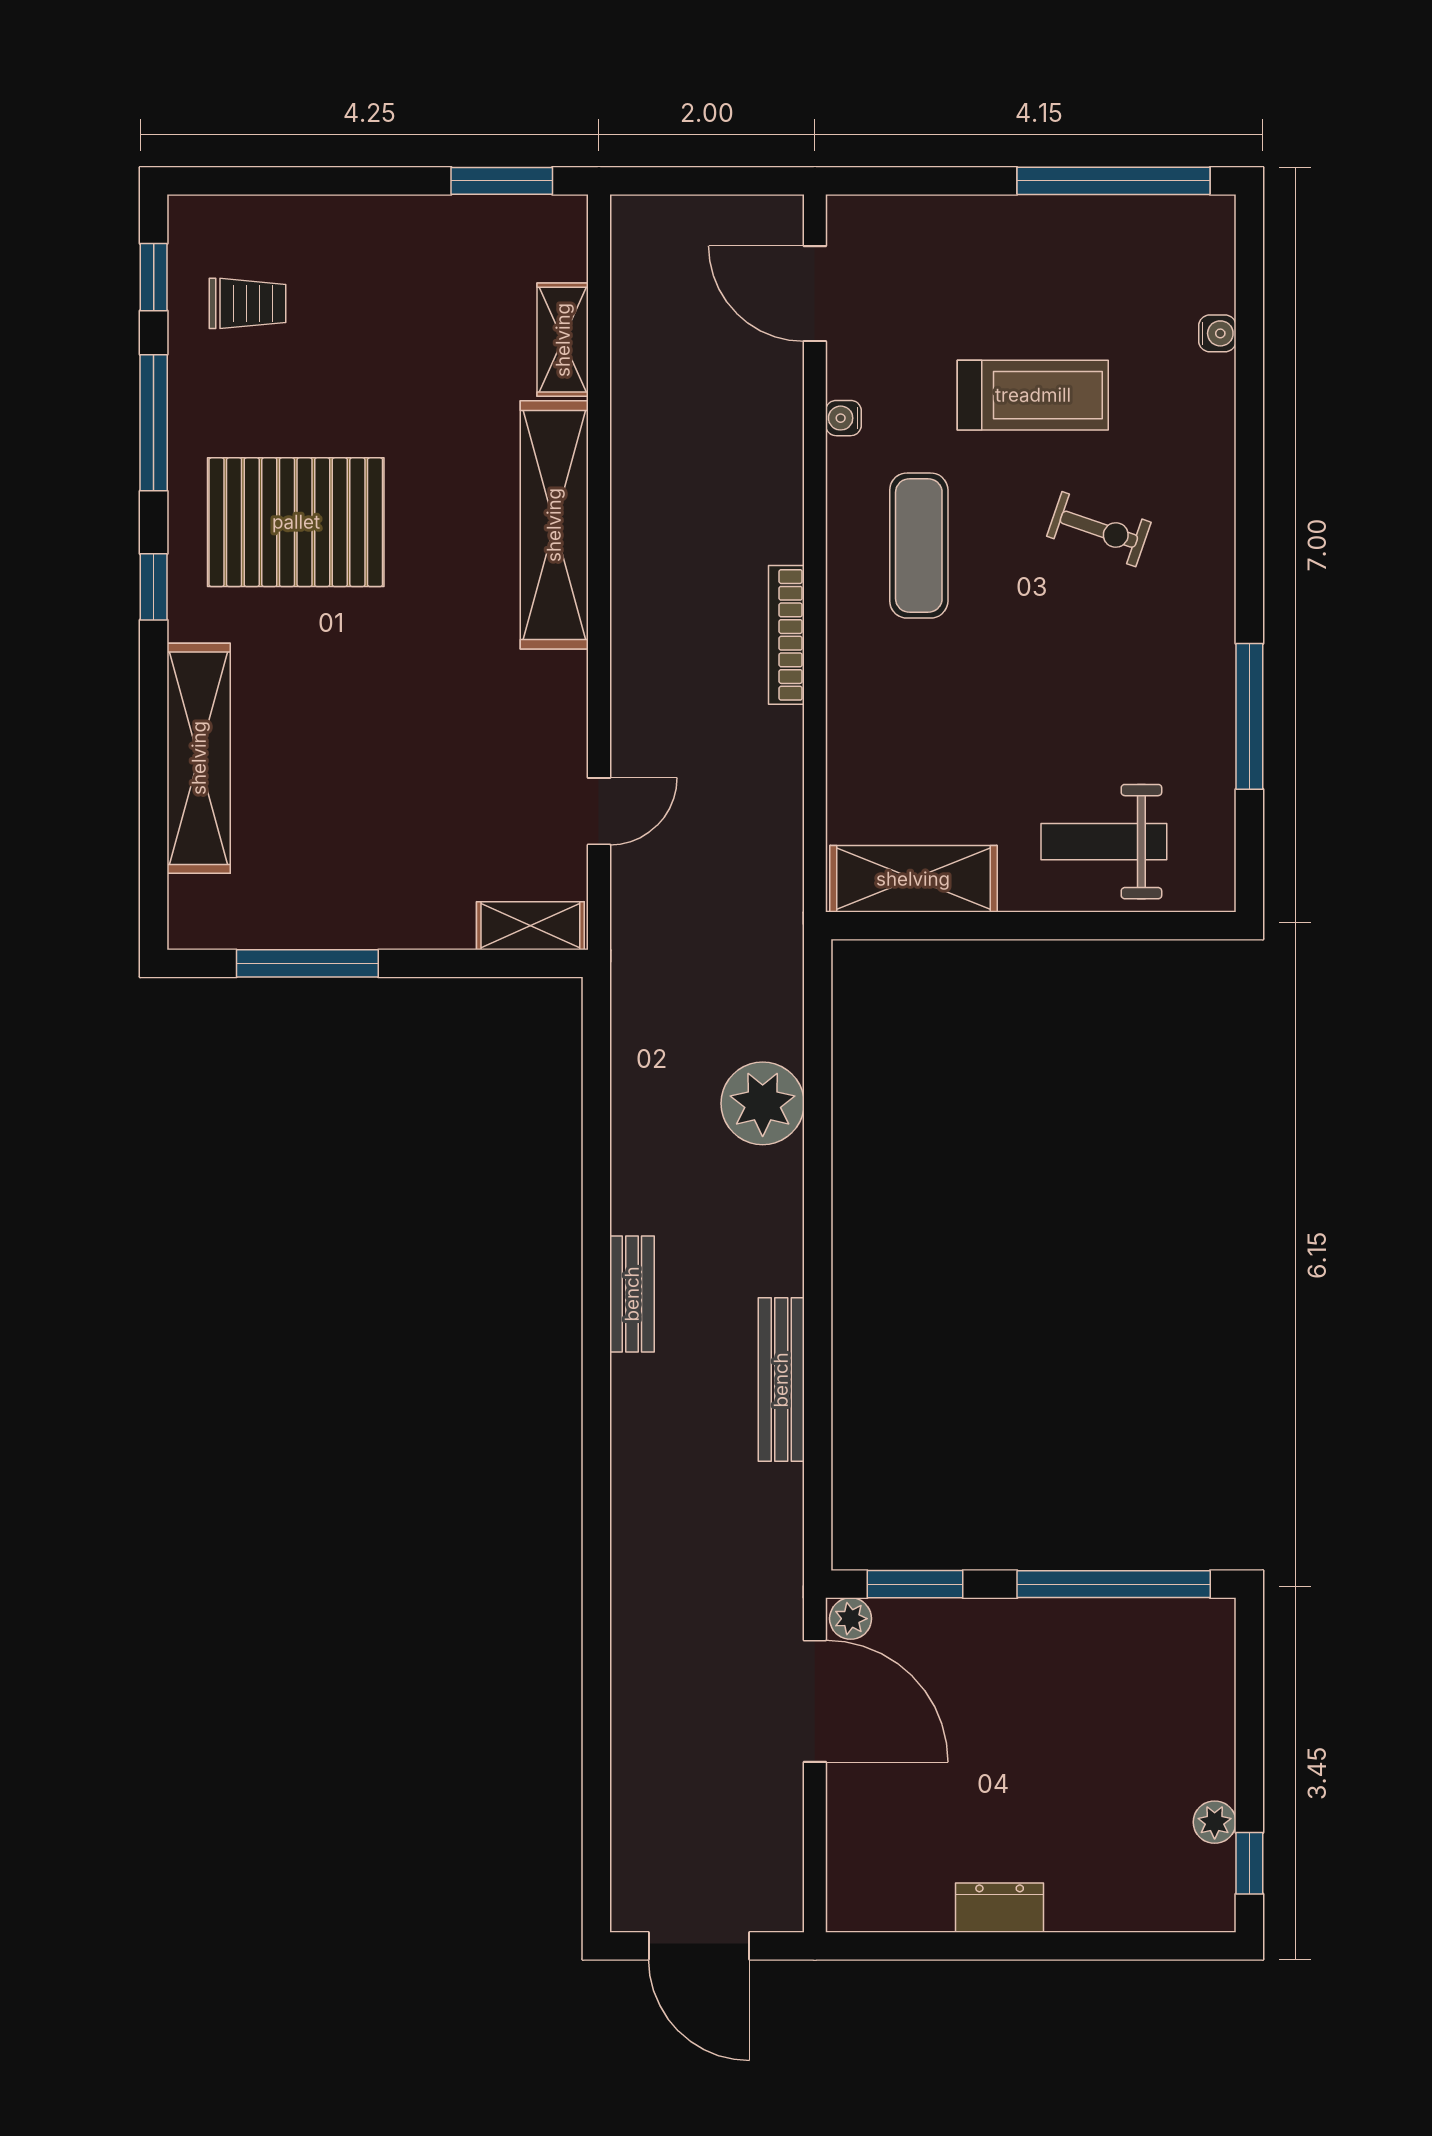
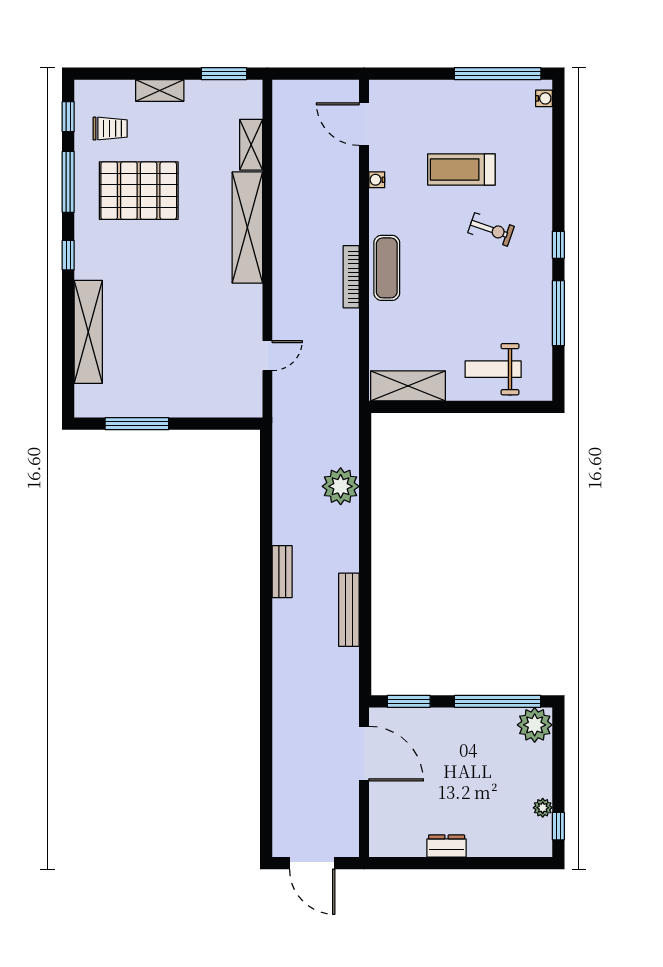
water cooler: (1217, 333) -> (544, 98), moved
treadmill: (1033, 395) -> (461, 169), turned 180
pallet: (296, 522) -> (139, 191), moved
exercise mat: (919, 546) -> (387, 268), moved
window: (1249, 564) -> (558, 245), added
shelving: (530, 926) -> (160, 90), moved
plant: (851, 1619) -> (535, 725), moved, width x1.88, depth x1.88

